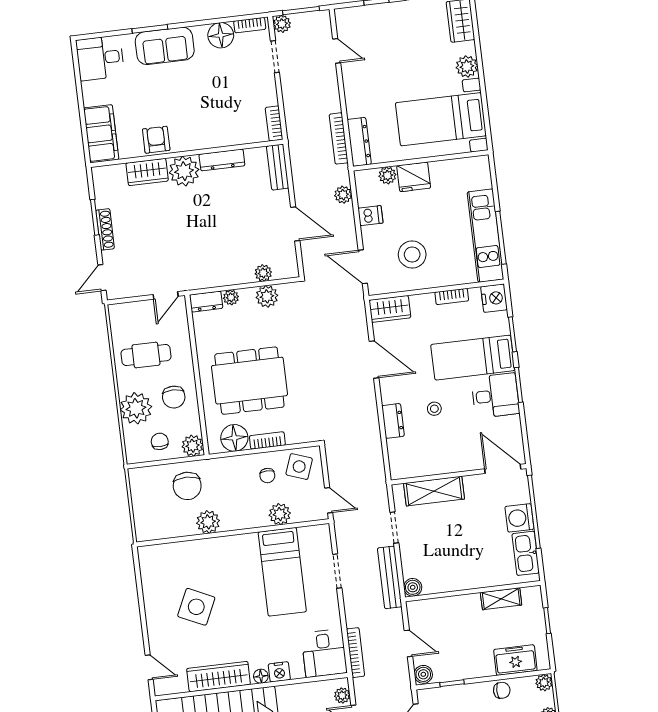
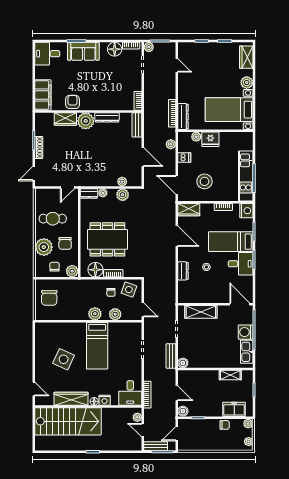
chair: (187, 486) -> (49, 298), moved
plant: (208, 522) -> (95, 314), moved
bed: (282, 572) -> (97, 346), moved
bench: (390, 577) -> (171, 356), width x0.73

